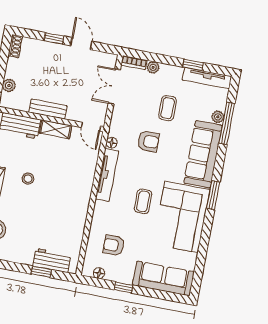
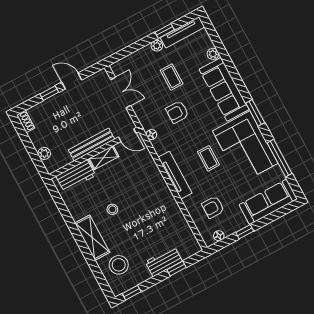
bookcase: (134, 63) -> (121, 64), removed
plant: (153, 67) -> (157, 46), moved
double door: (114, 87) -> (121, 93), swing flipped
bench: (48, 109) -> (91, 145), width x1.36
window: (227, 123) -> (280, 158), moved
armchair: (148, 141) -> (177, 112), turned 180
tv unit: (107, 175) -> (175, 175), moved
workbench: (52, 260) -> (164, 262), moved

